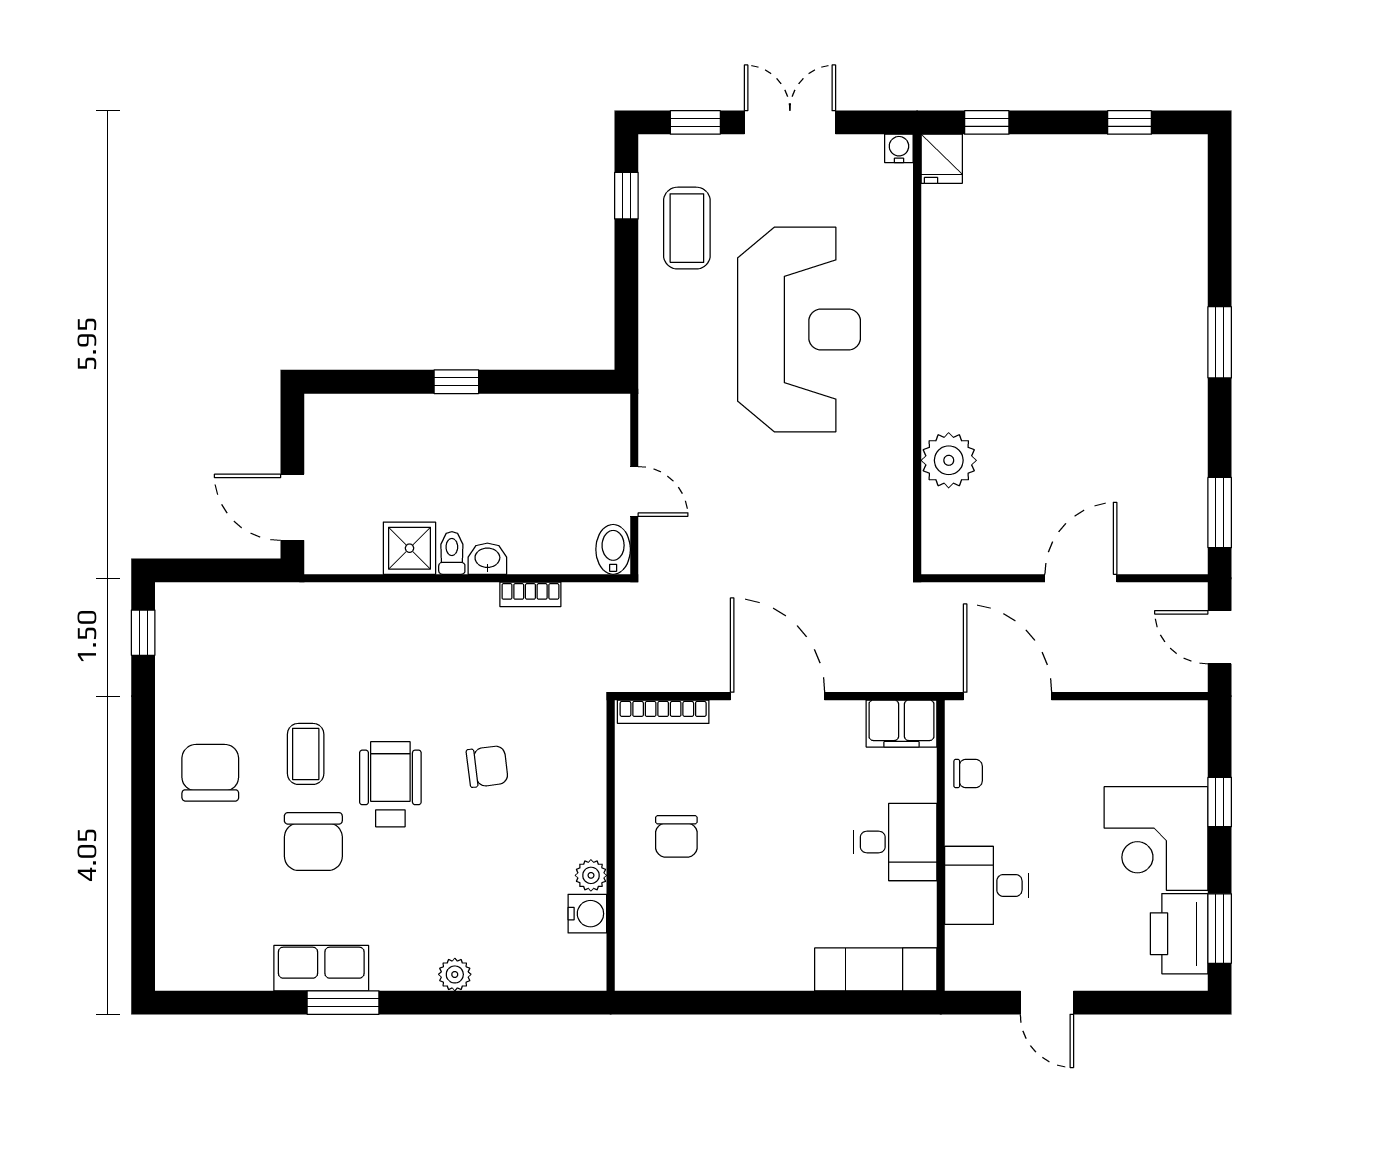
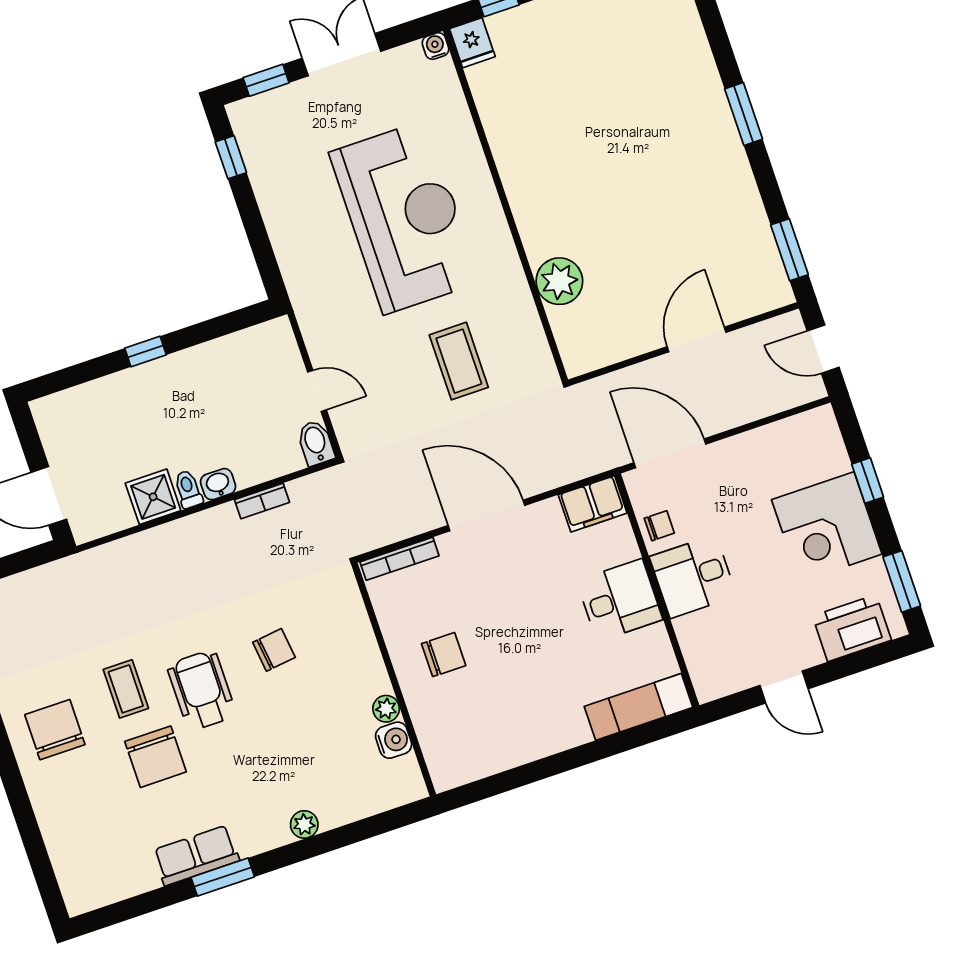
coffee table: (687, 228) -> (459, 361), moved
chair: (676, 836) -> (444, 655), turned -90
desk: (987, 885) -> (693, 576), moved
printer: (1179, 934) -> (852, 628), moved, turned 90

